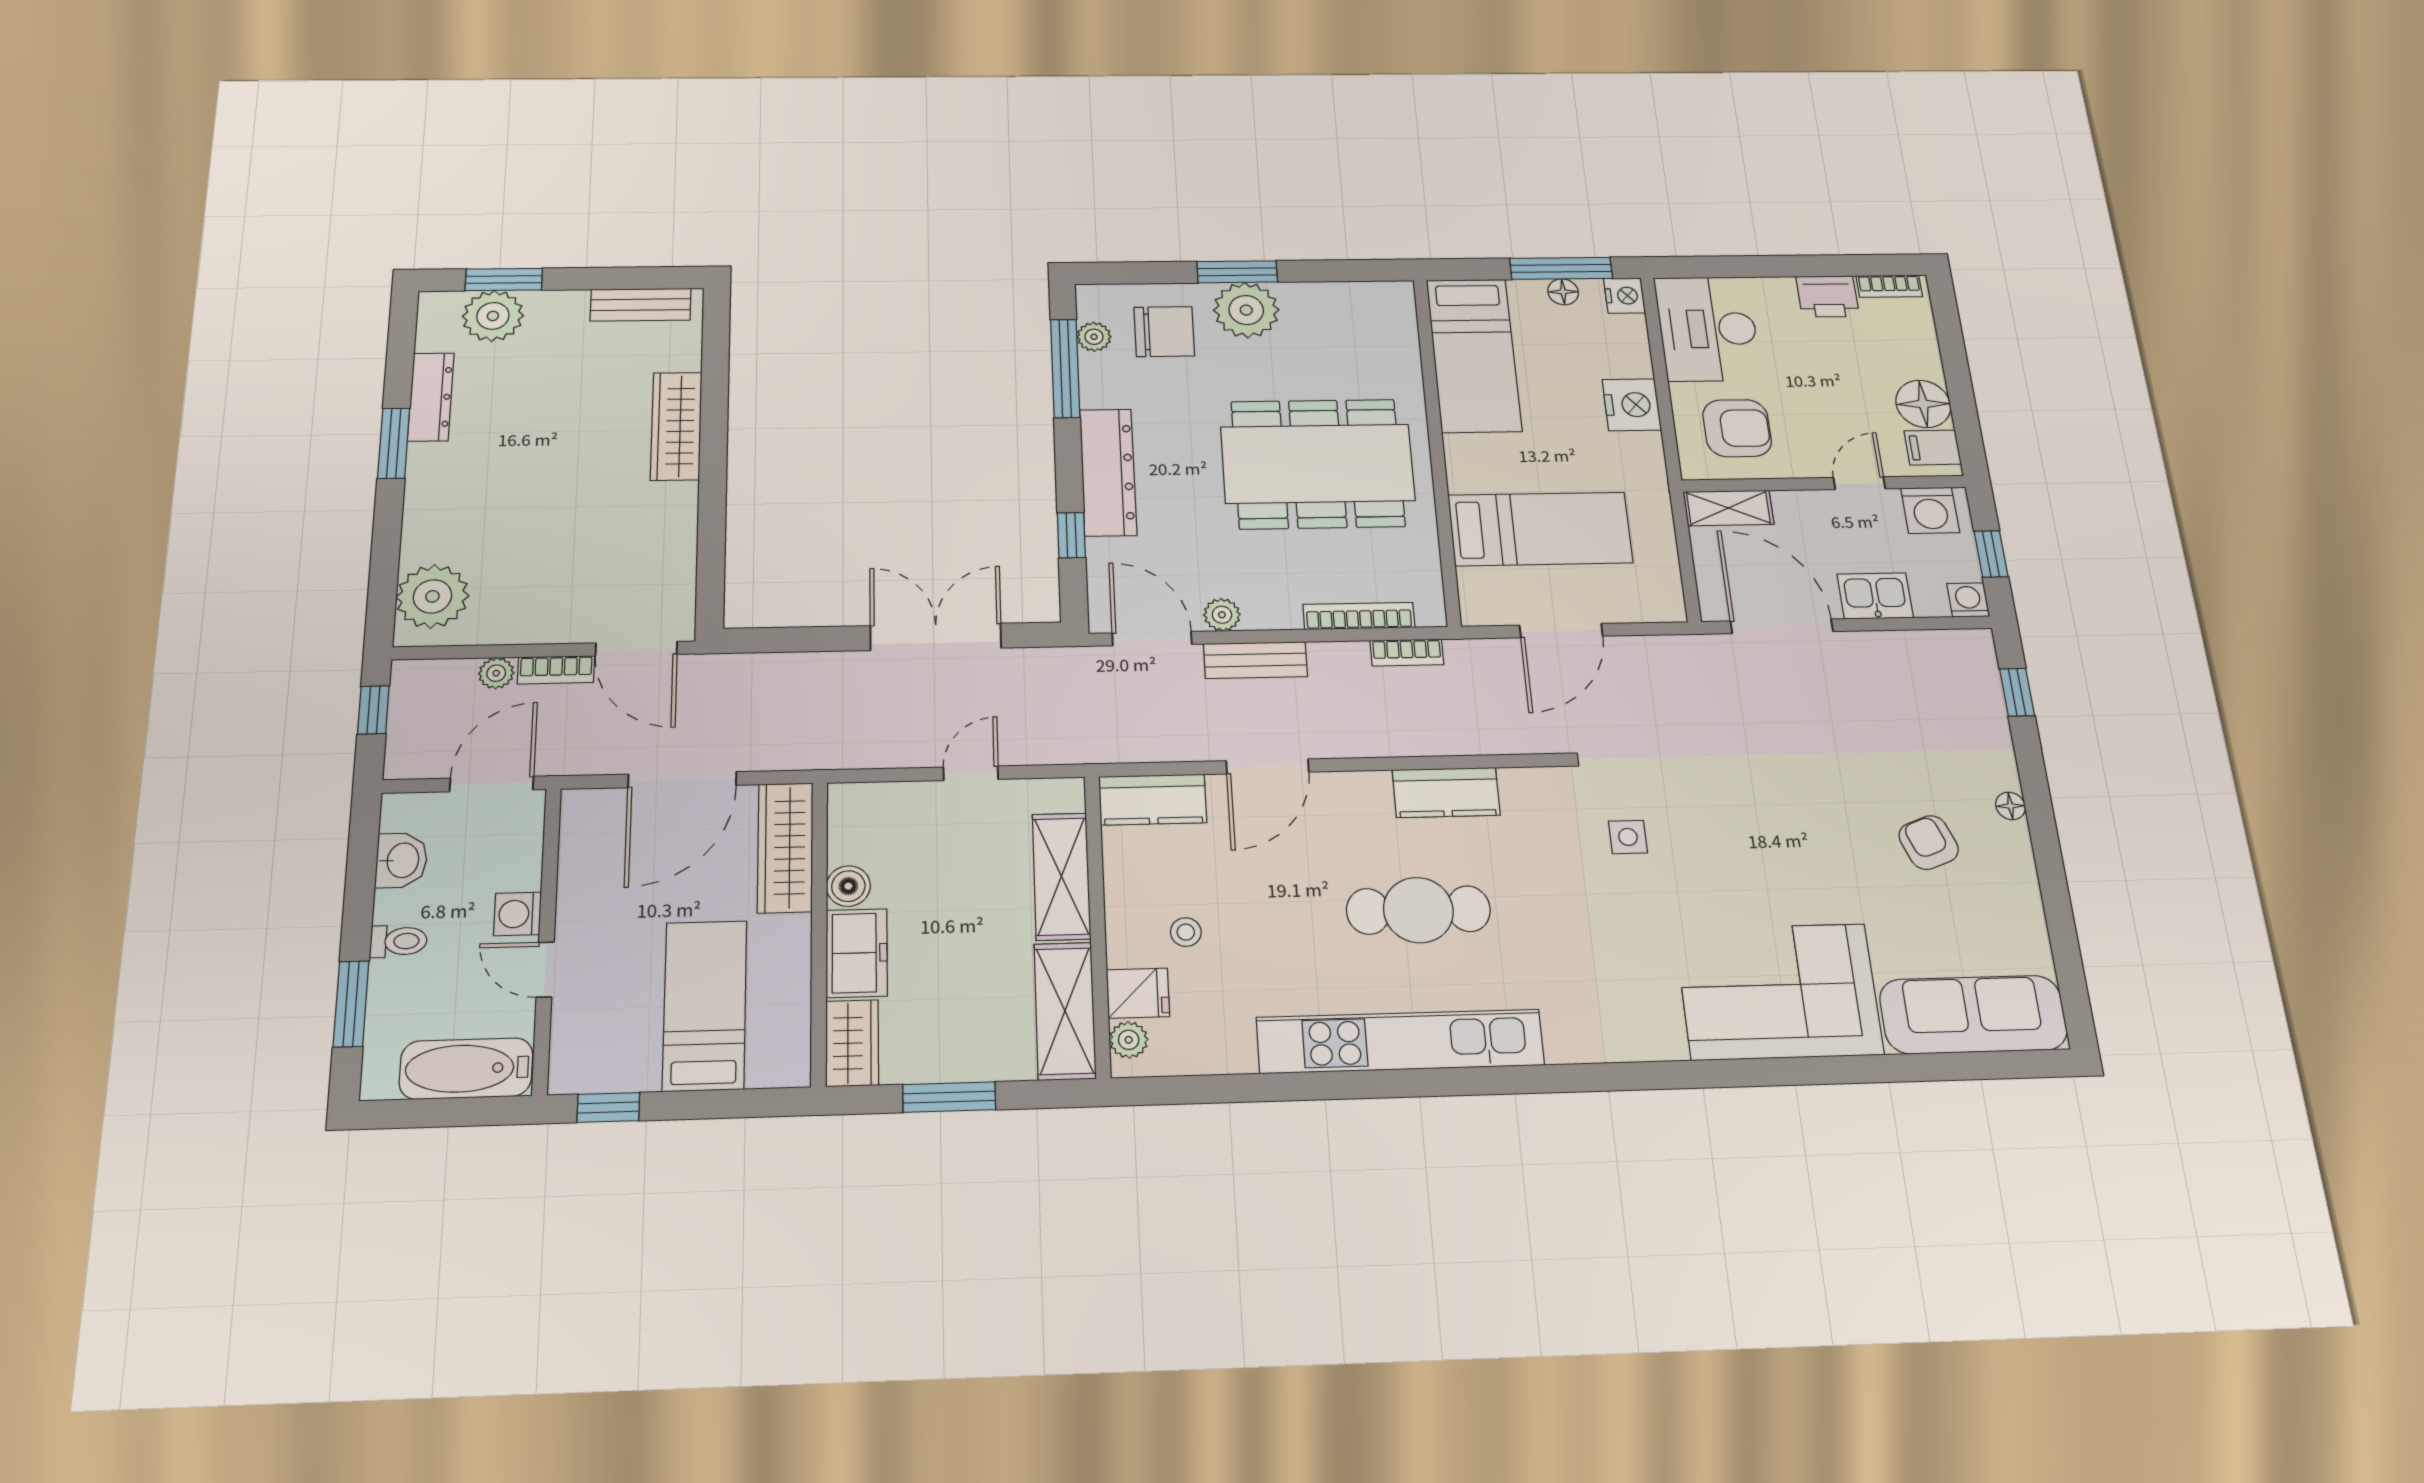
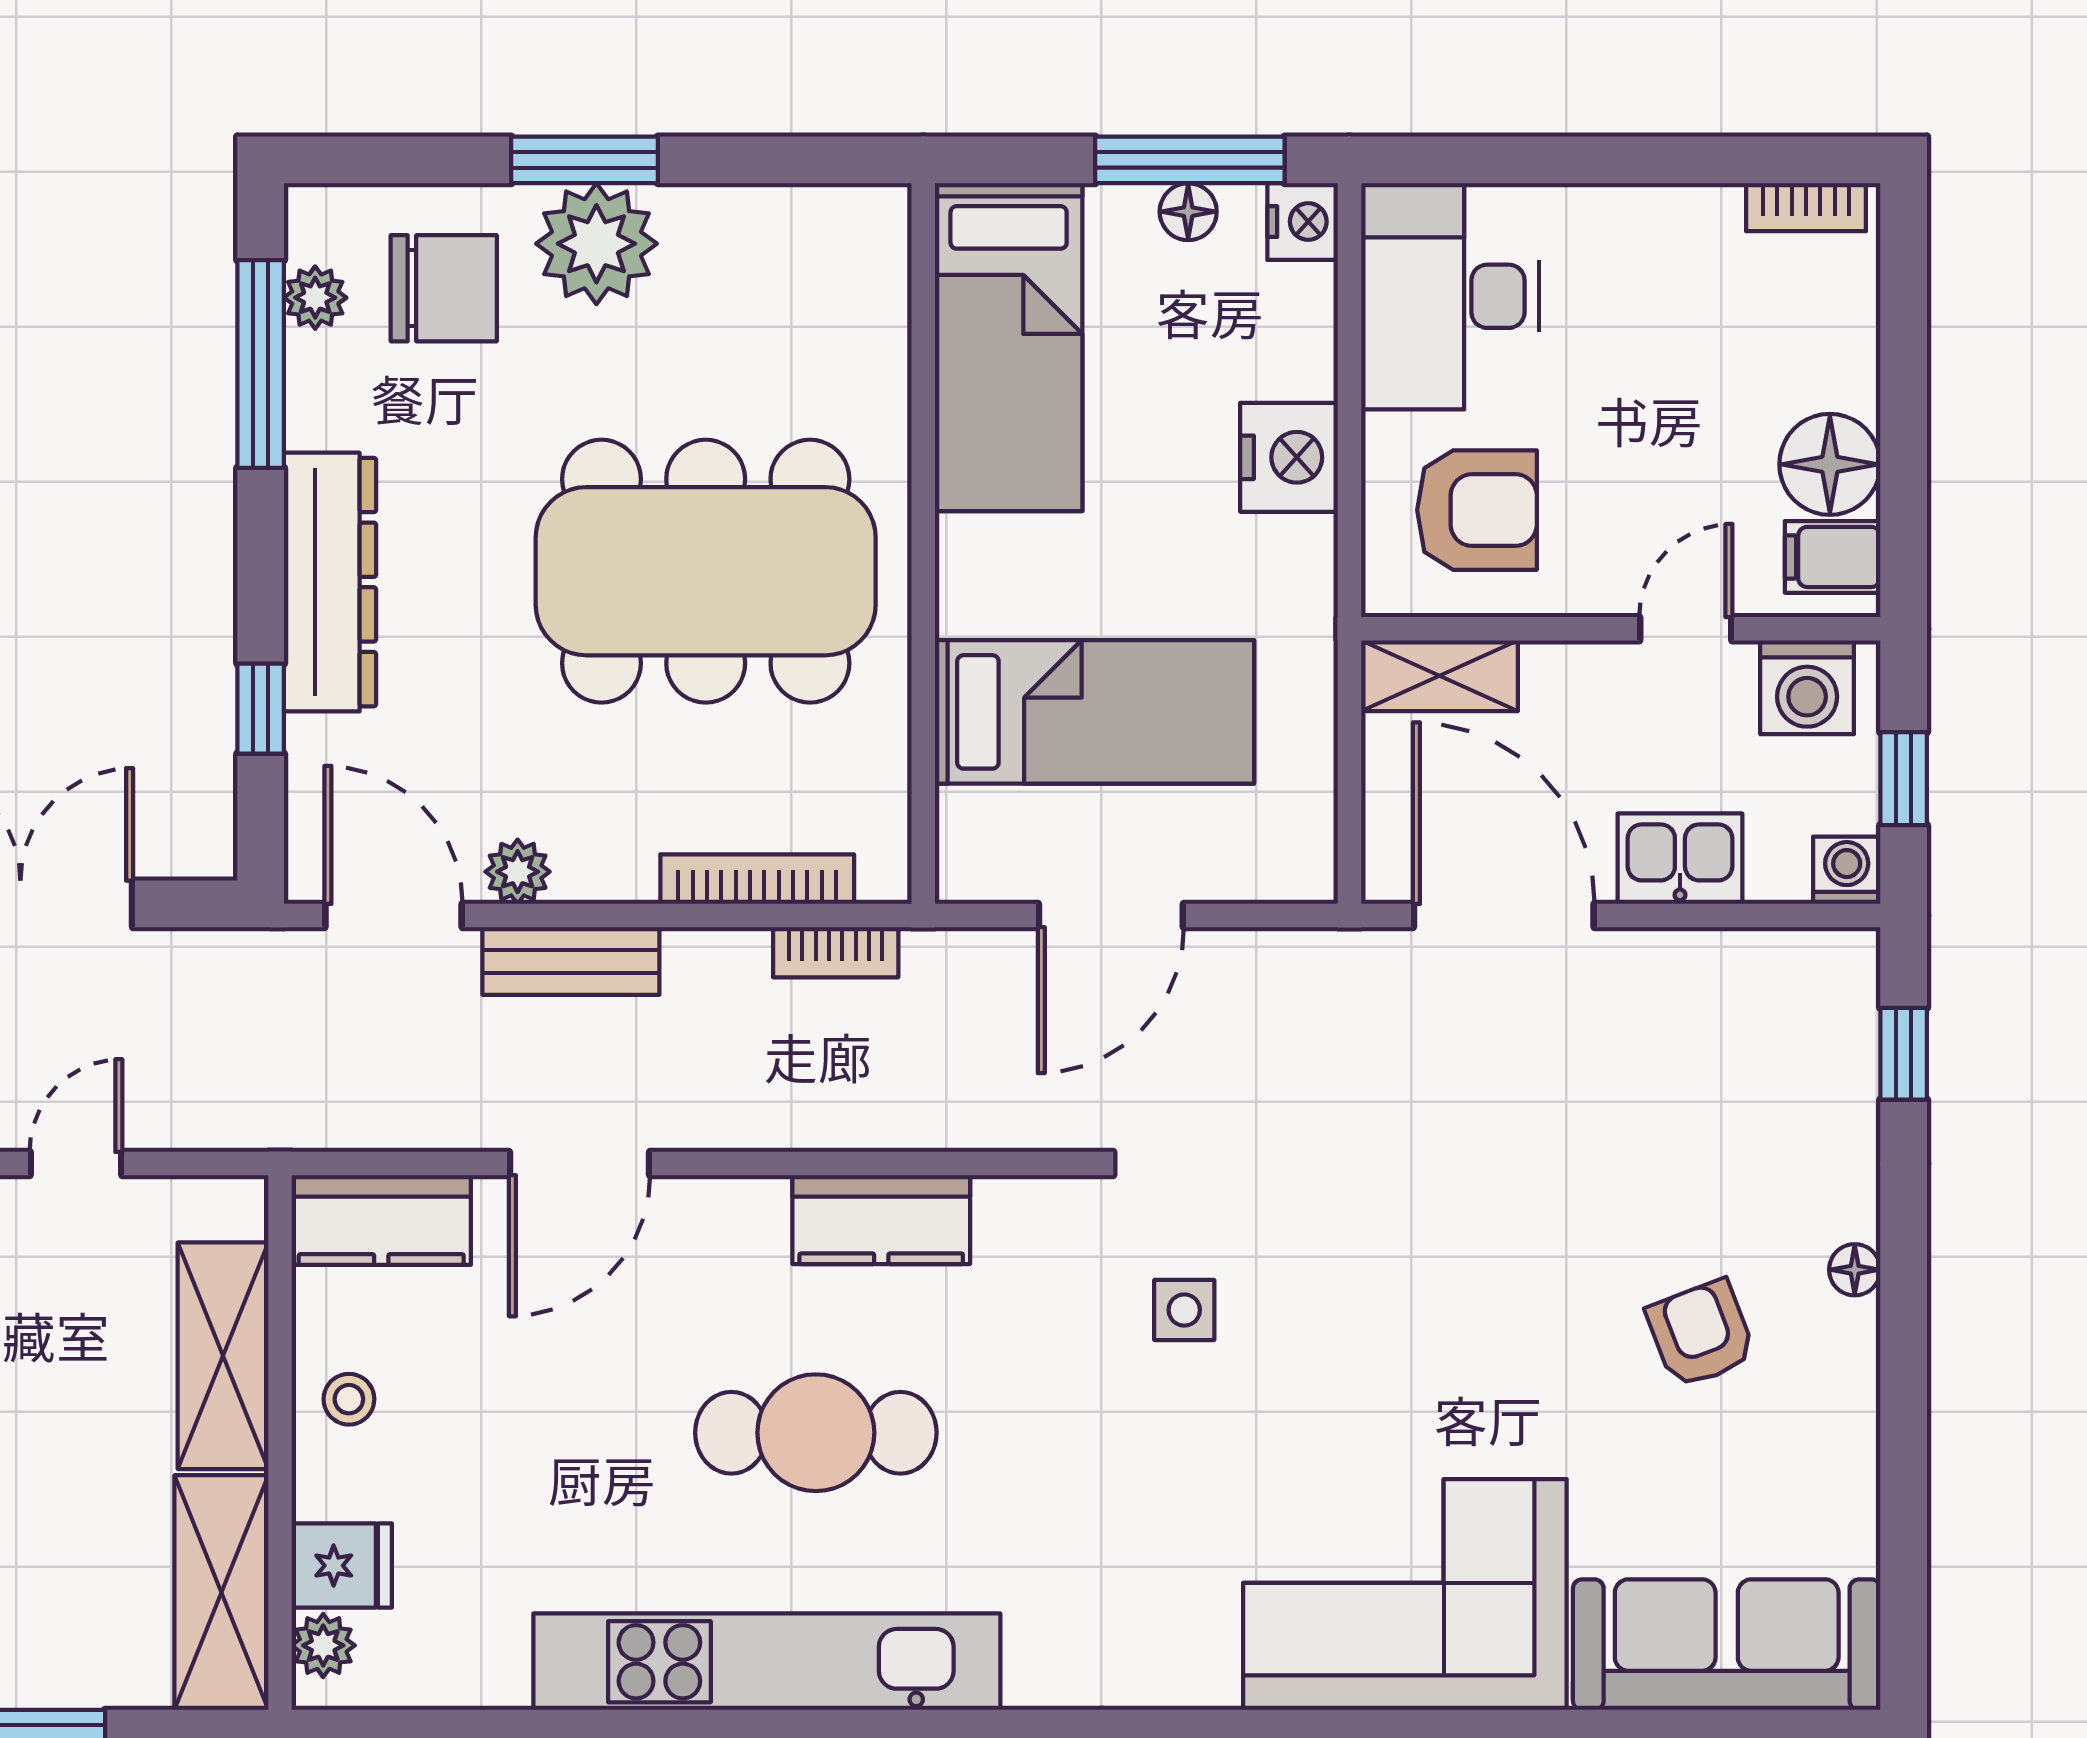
printer: (1828, 296) -> (1685, 228), removed
stool: (1186, 932) -> (349, 1399), moved

